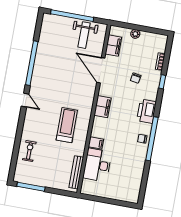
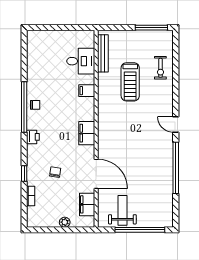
printer: (147, 111) -> (33, 137), width x0.53, depth x0.68
treadmill: (67, 125) -> (130, 82), moved
desk: (97, 165) -> (81, 61), width x0.73

